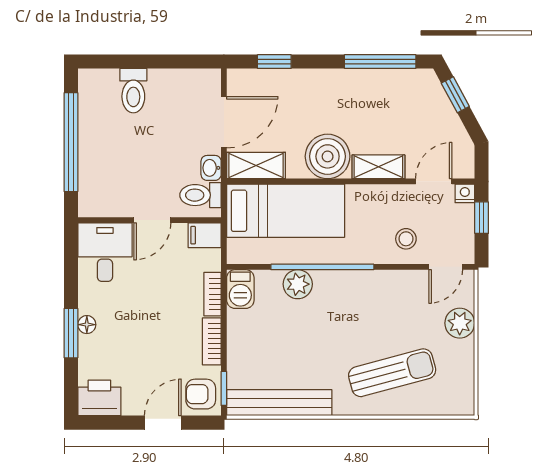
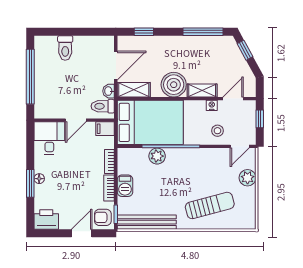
nightstand: (465, 193) -> (212, 105), moved
bed: (286, 211) -> (150, 122), width x1.50
barbecue: (240, 289) -> (125, 186), moved

